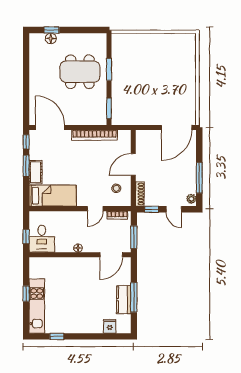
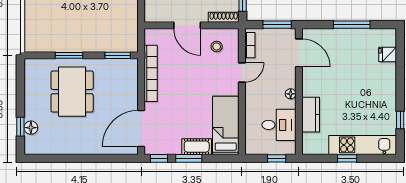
door: (95, 209) -> (242, 73), hinge flipped
desk: (42, 239) -> (279, 125), moved
kitchen counter: (124, 300) -> (311, 115), moved, turned -90

